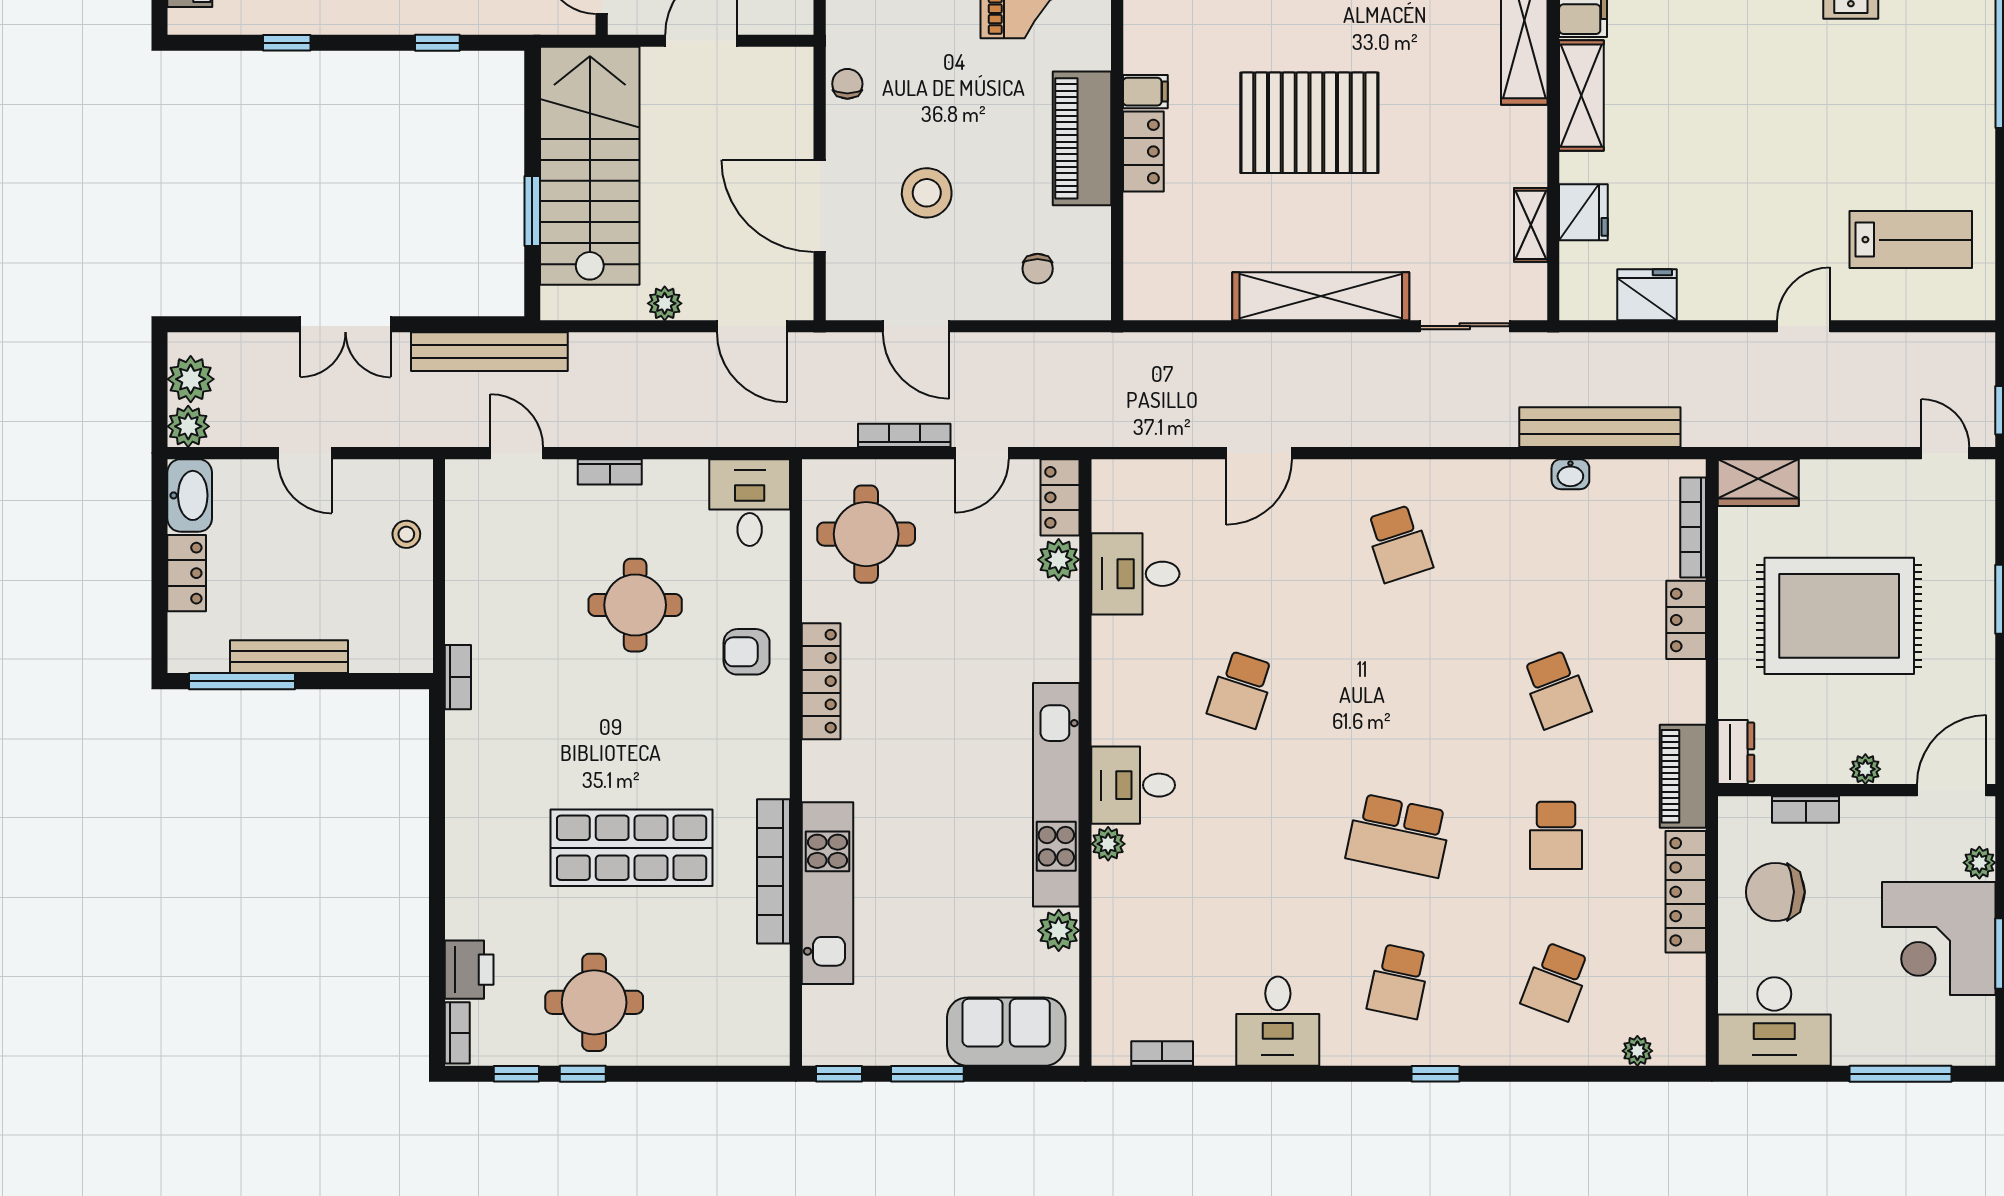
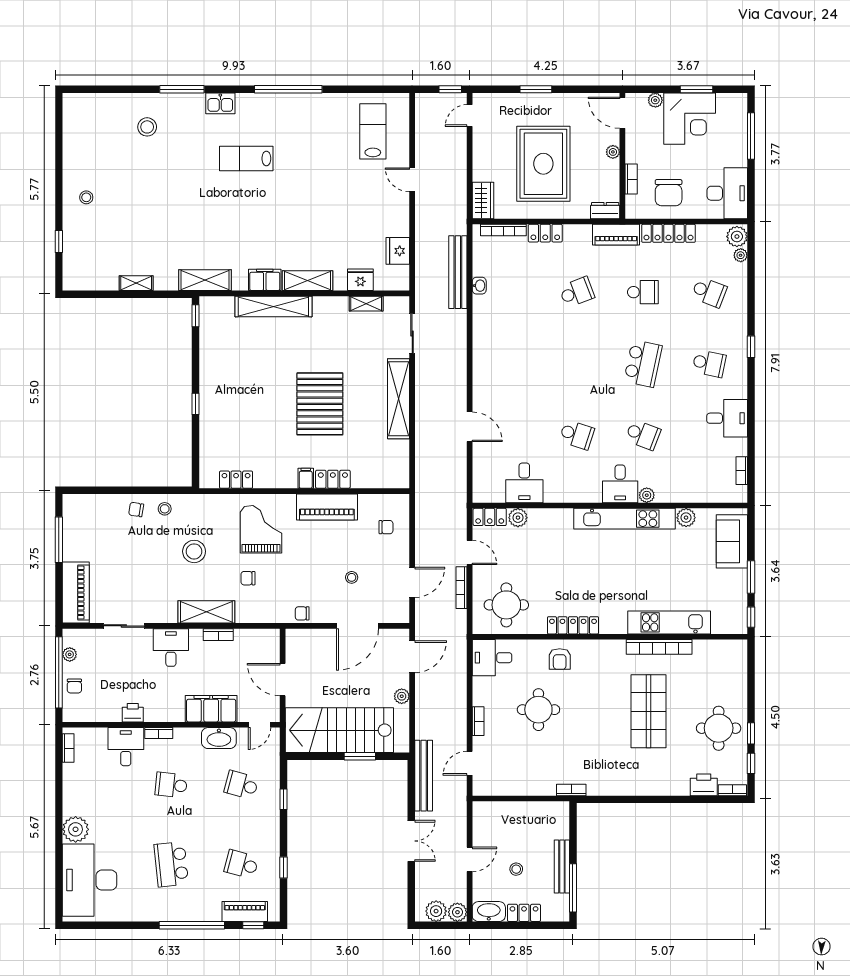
stool: (927, 193) -> (352, 577), width x0.53, depth x0.53
stool: (406, 534) -> (516, 869), moved
school desk: (1399, 544) -> (643, 435), moved, turned 39
plant: (1679, 1043) -> (737, 237), added

